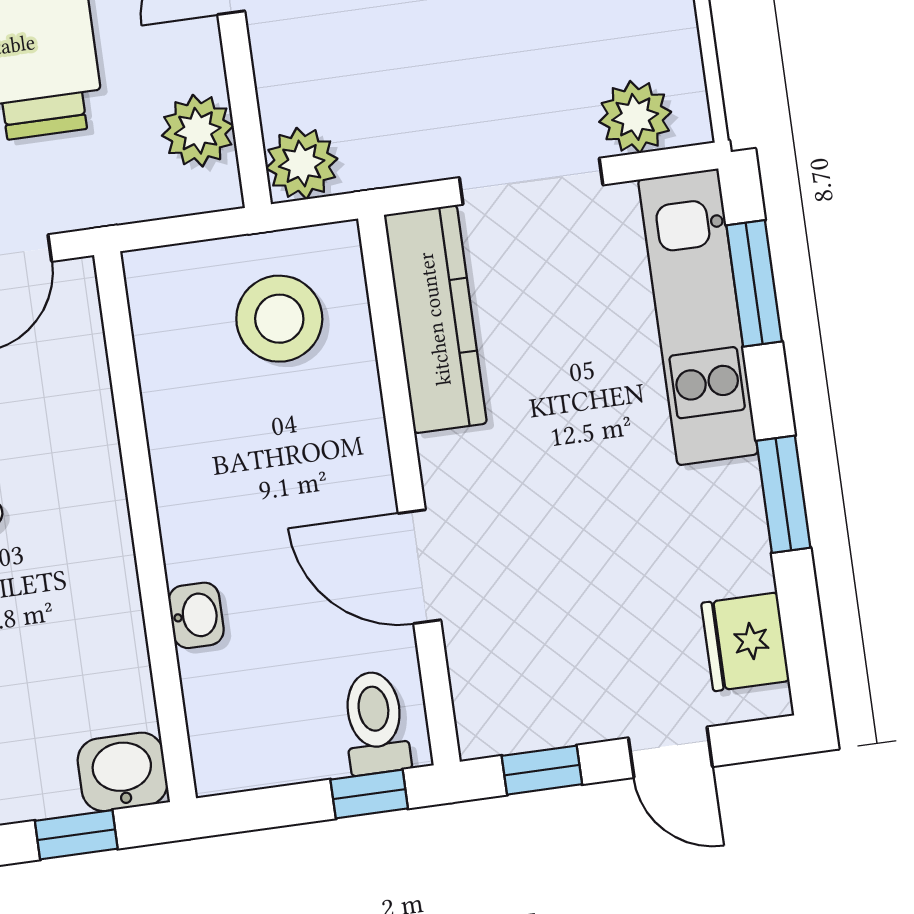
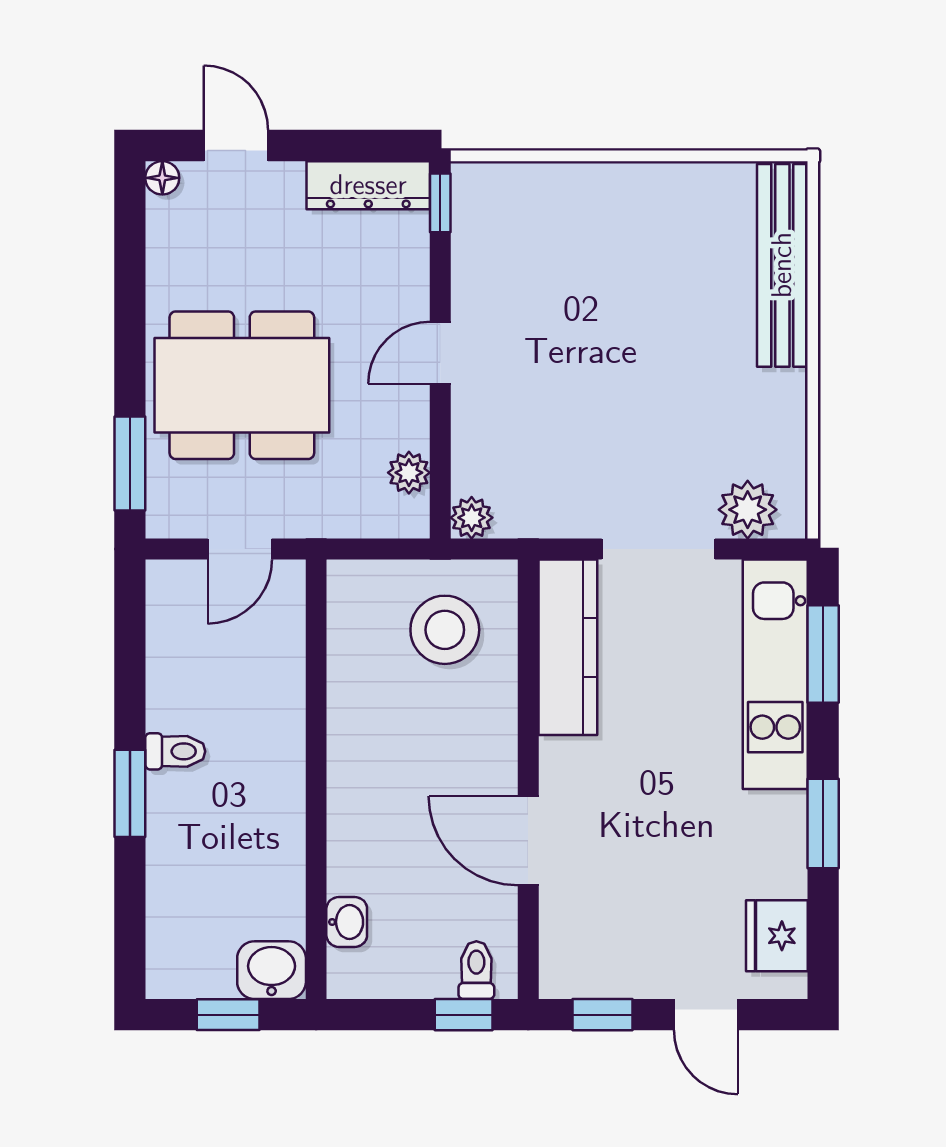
plant: (198, 131) -> (409, 473), width x0.73, depth x0.73
plant: (302, 163) -> (472, 518), width x0.73, depth x0.73
washbasin: (196, 615) -> (347, 922), moved
toilet: (375, 723) -> (476, 970), width x0.73, depth x0.72

